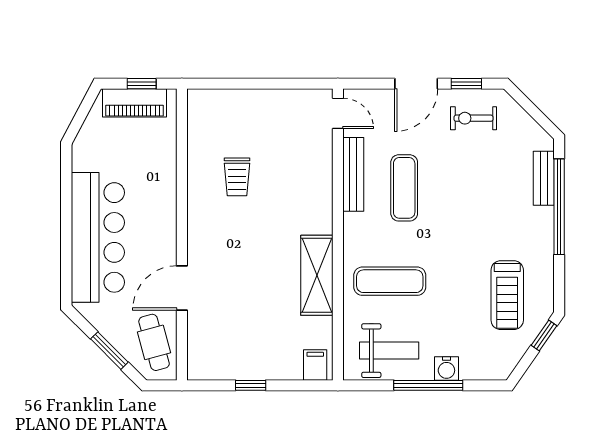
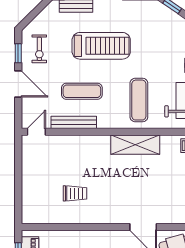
treadmill: (507, 295) -> (101, 46), moved, width x1.37, depth x1.38

